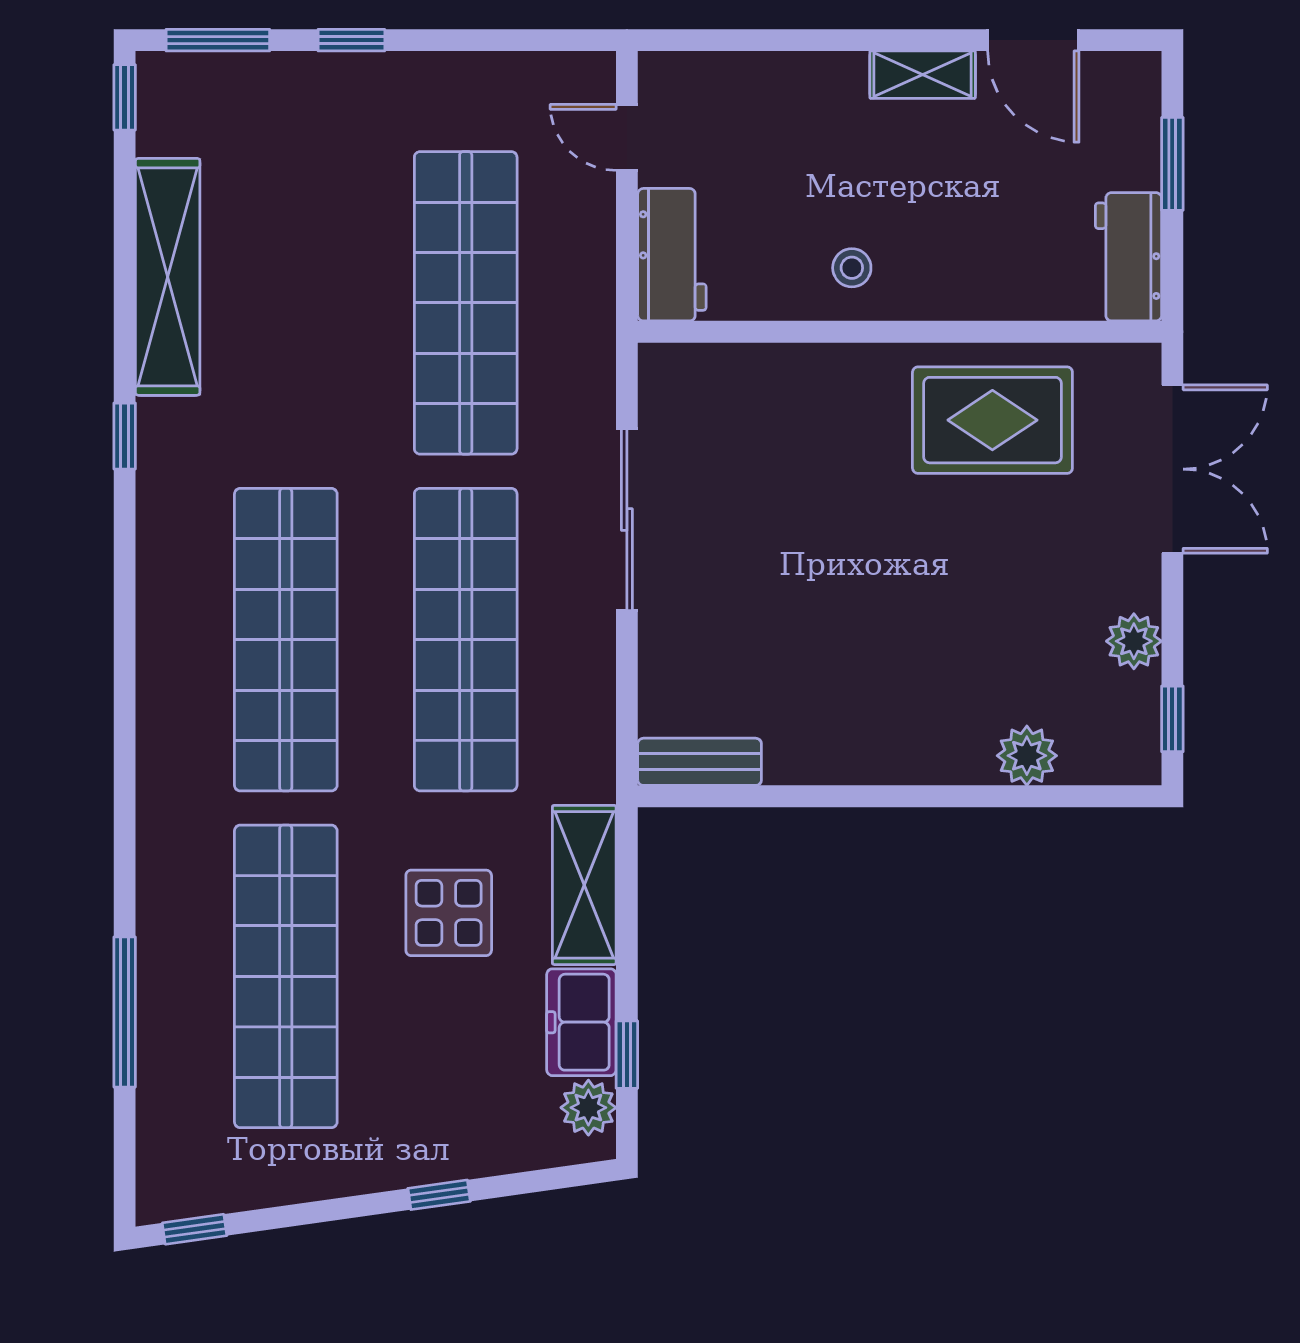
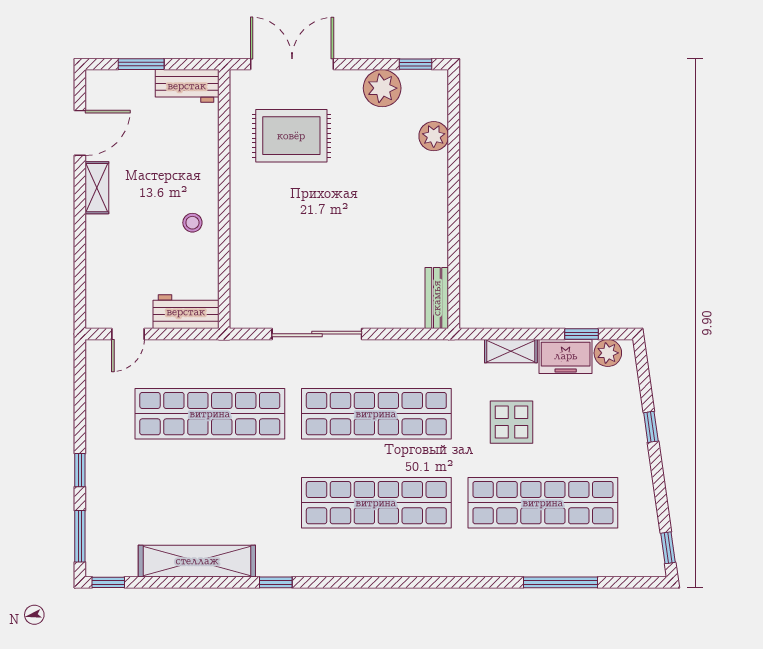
rug: (992, 420) -> (291, 136), moved, turned 90
plant: (1134, 641) -> (382, 88), width x1.36, depth x1.36
shelving: (584, 885) -> (511, 351), width x0.67, depth x0.75

